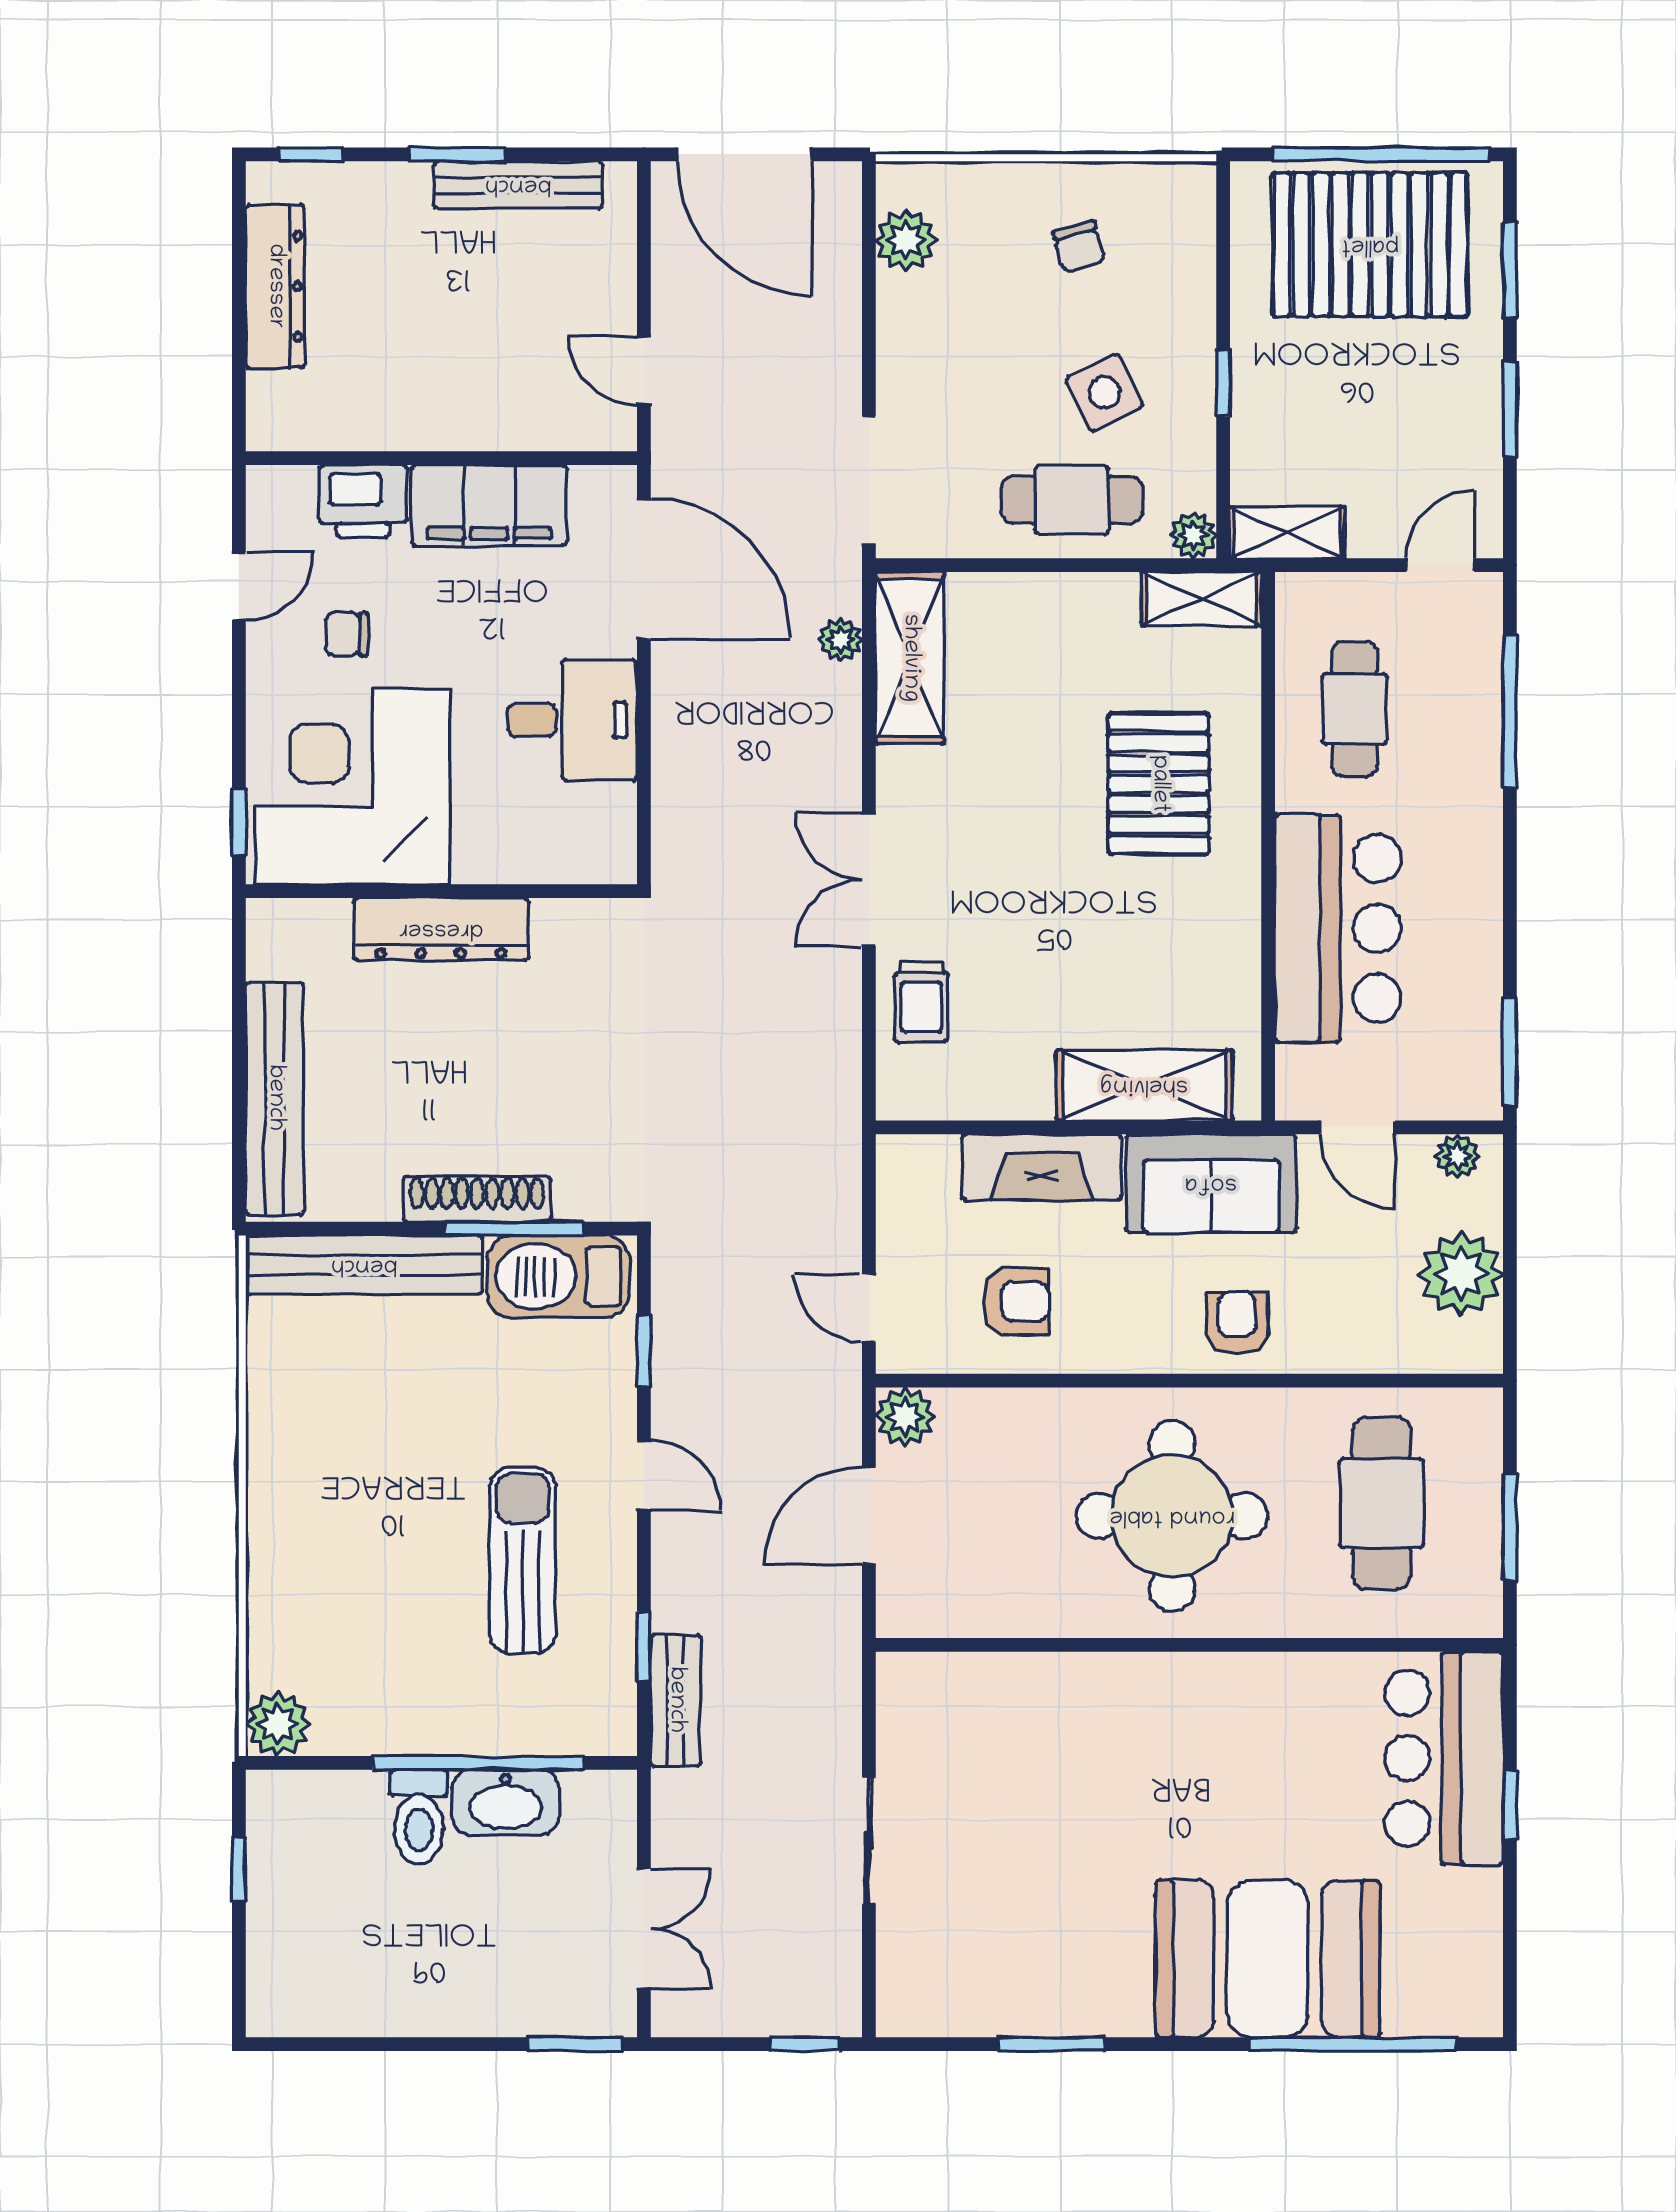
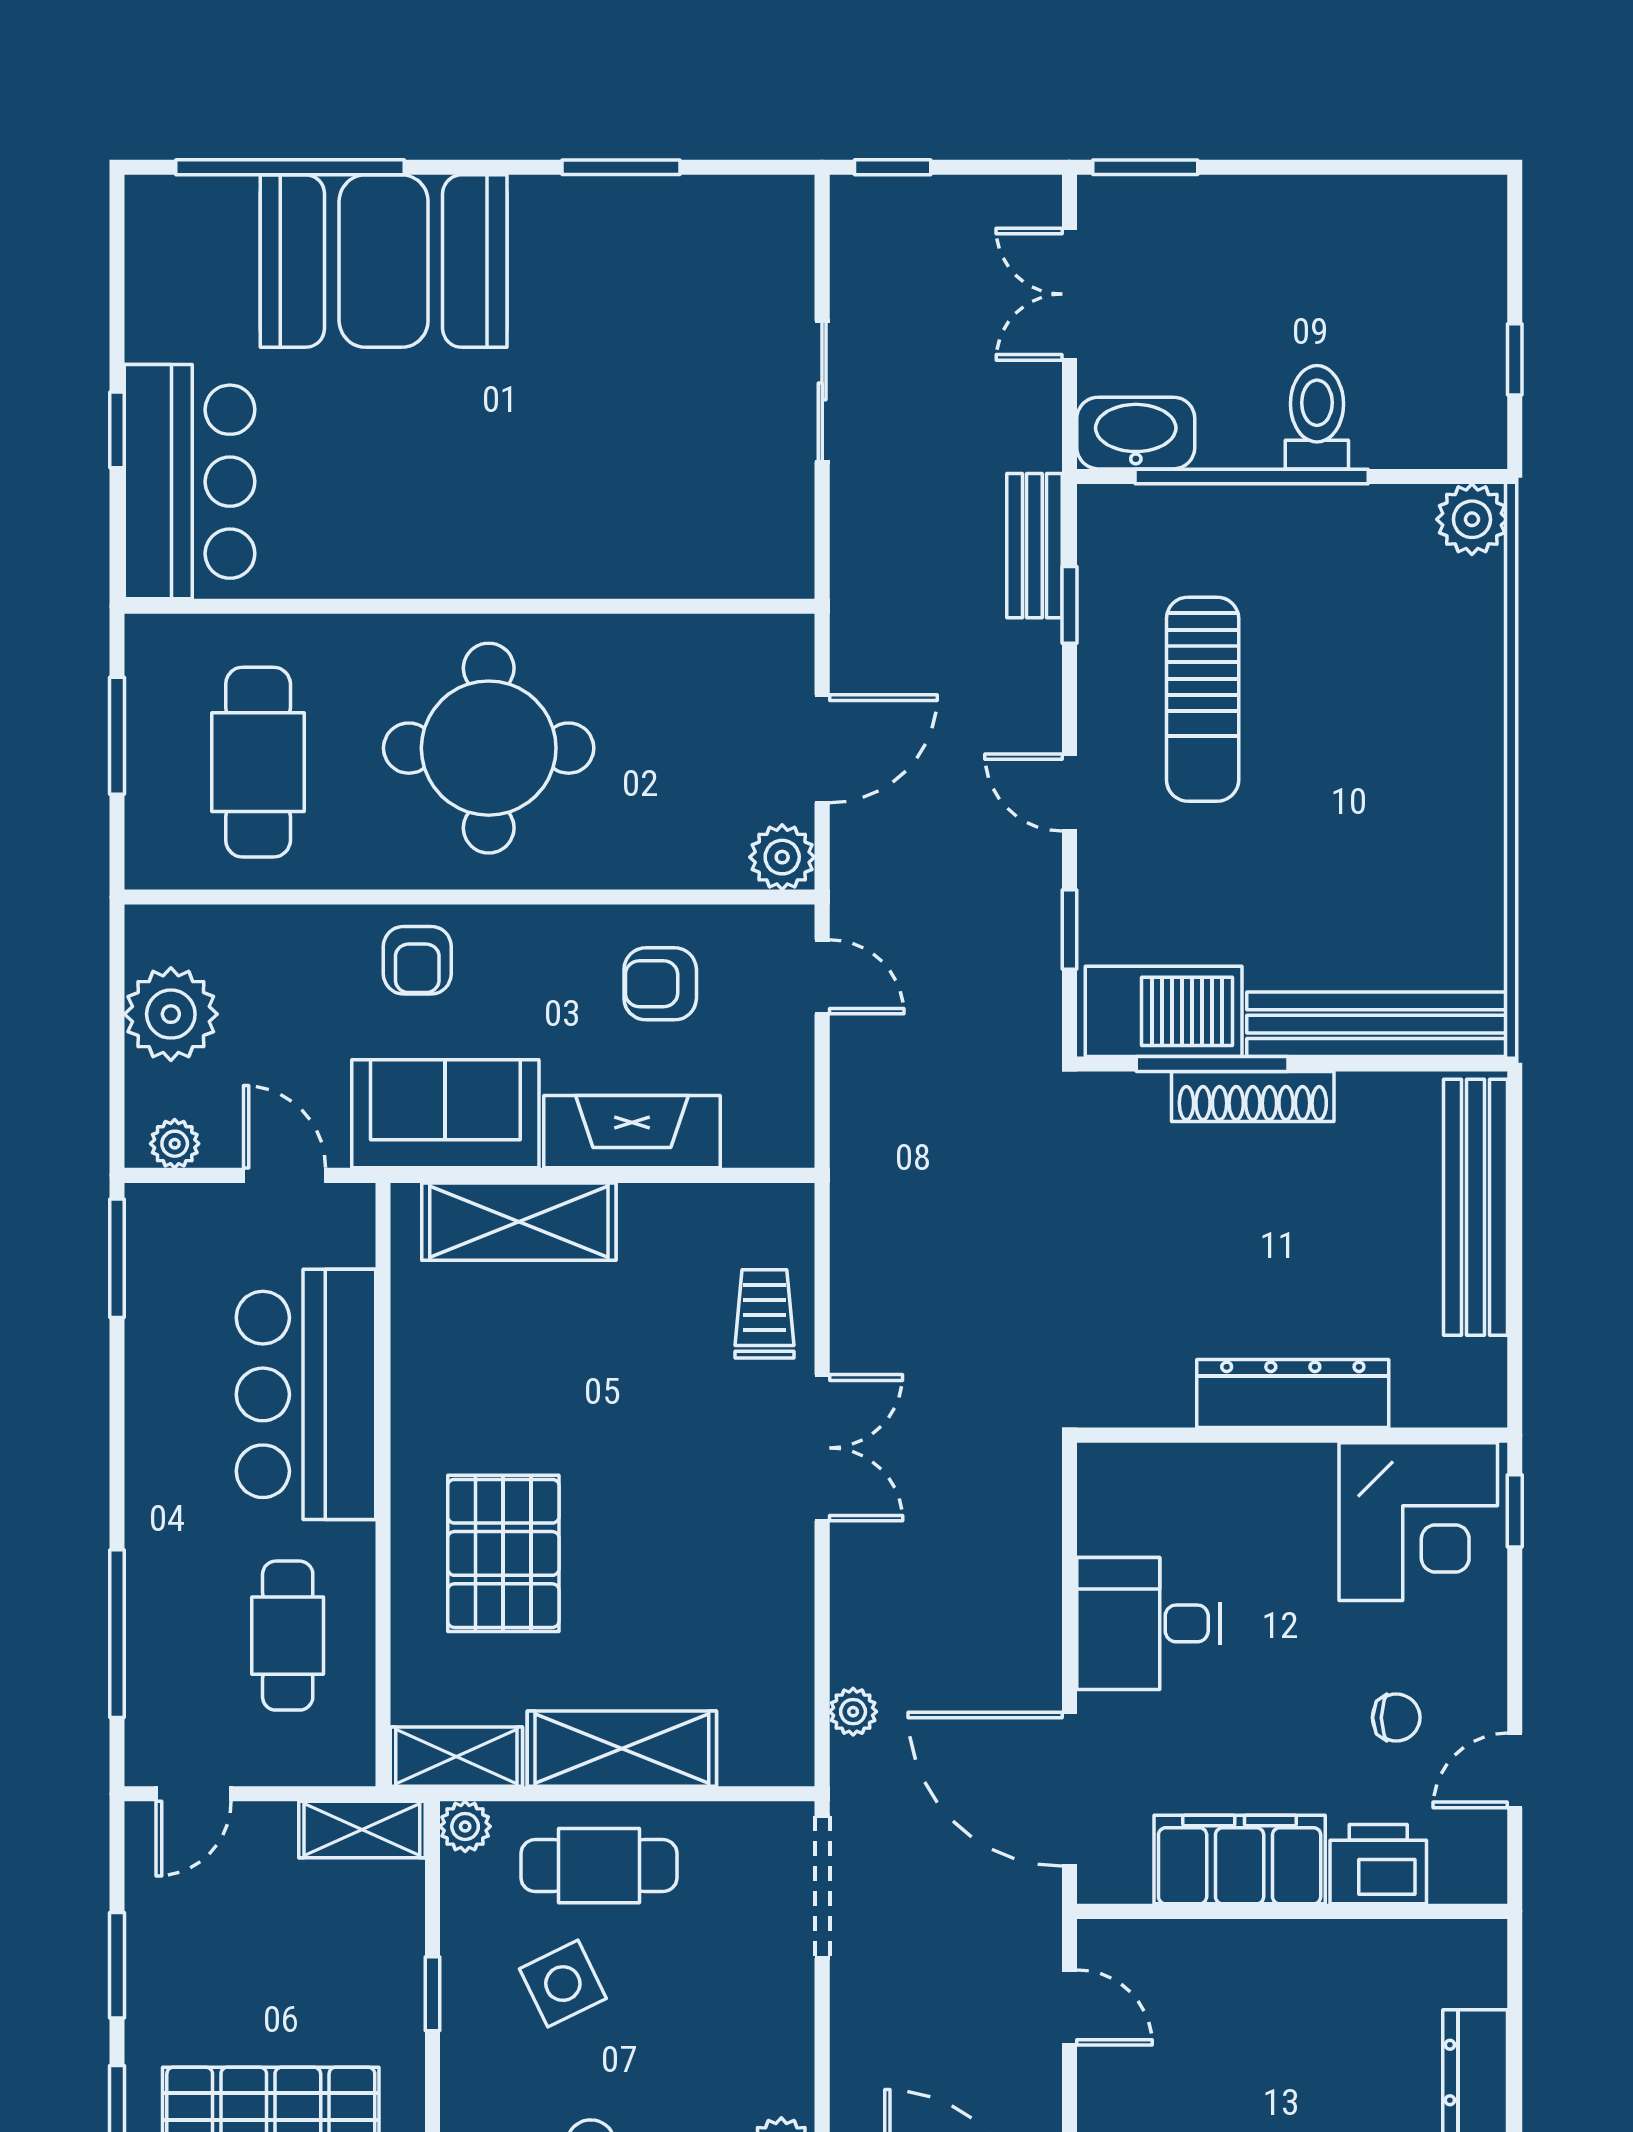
shelving: (910, 658) -> (622, 1749), moved, turned 90
corner desk: (352, 787) -> (1418, 1522), width x0.74, depth x0.74
washbasin: (505, 1802) -> (1136, 433), moved

